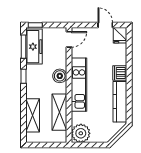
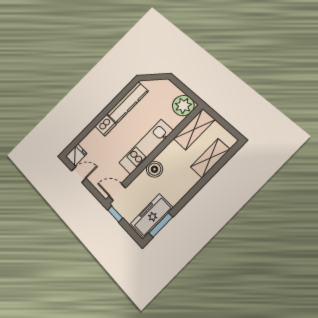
window: (35, 25) -> (115, 214), moved
door: (105, 25) -> (79, 175), swing flipped
window: (23, 76) -> (186, 199), removed
shelving: (59, 112) -> (194, 129), moved

